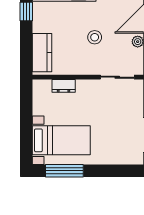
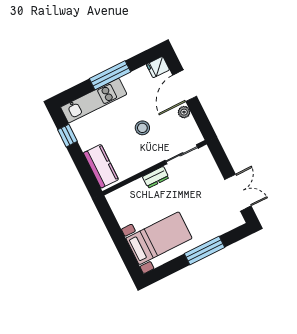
dresser: (64, 86) -> (156, 177), moved
window: (64, 171) -> (205, 251), moved

